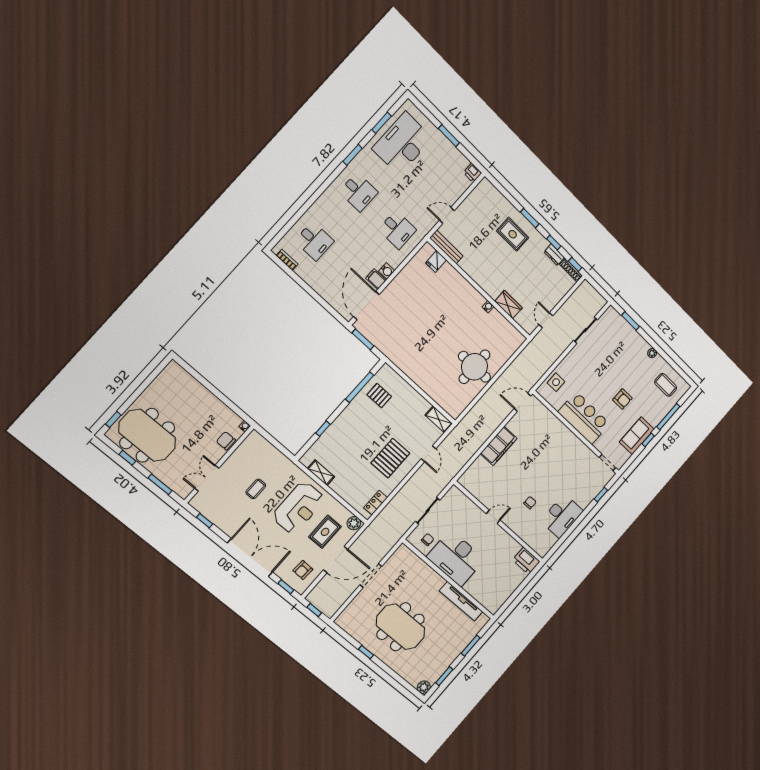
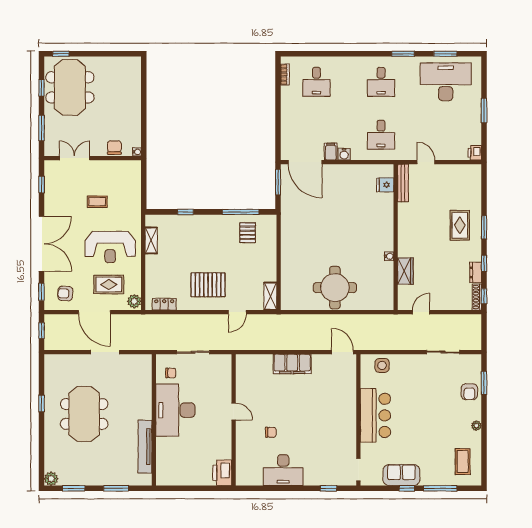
door: (366, 306) -> (305, 162), swing flipped
armchair: (622, 399) -> (469, 392), moved

